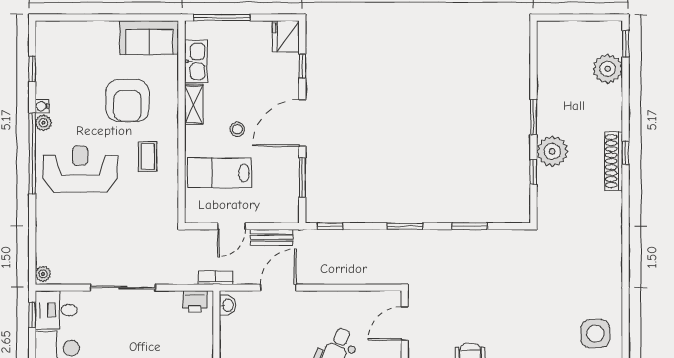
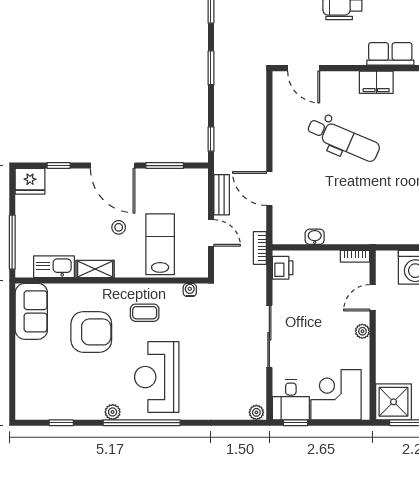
water cooler: (42, 106) -> (190, 290), moved, turned 180
lab bench: (220, 173) -> (160, 244), turned 180
washbasin: (227, 305) -> (315, 237), moved

